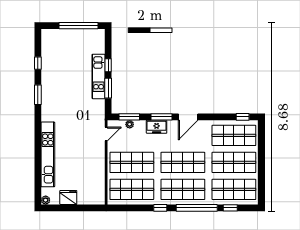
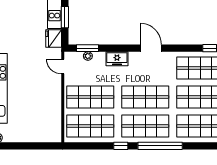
window: (161, 117) -> (122, 48), removed
door: (188, 117) -> (151, 48), swing flipped
door: (106, 134) -> (63, 66), swing flipped
fridge: (68, 197) -> (54, 38), moved, turned -90
window: (230, 208) -> (196, 146), removed

